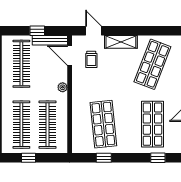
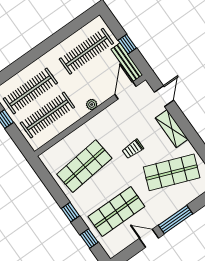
trolley: (91, 59) -> (133, 149), moved
window: (104, 158) -> (70, 212), moved

